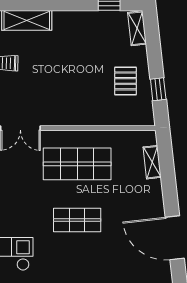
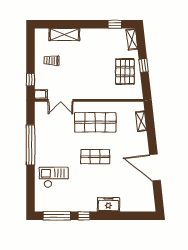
pallet: (126, 81) -> (125, 72), width x1.50, depth x1.42
window: (158, 89) -> (144, 66), moved

